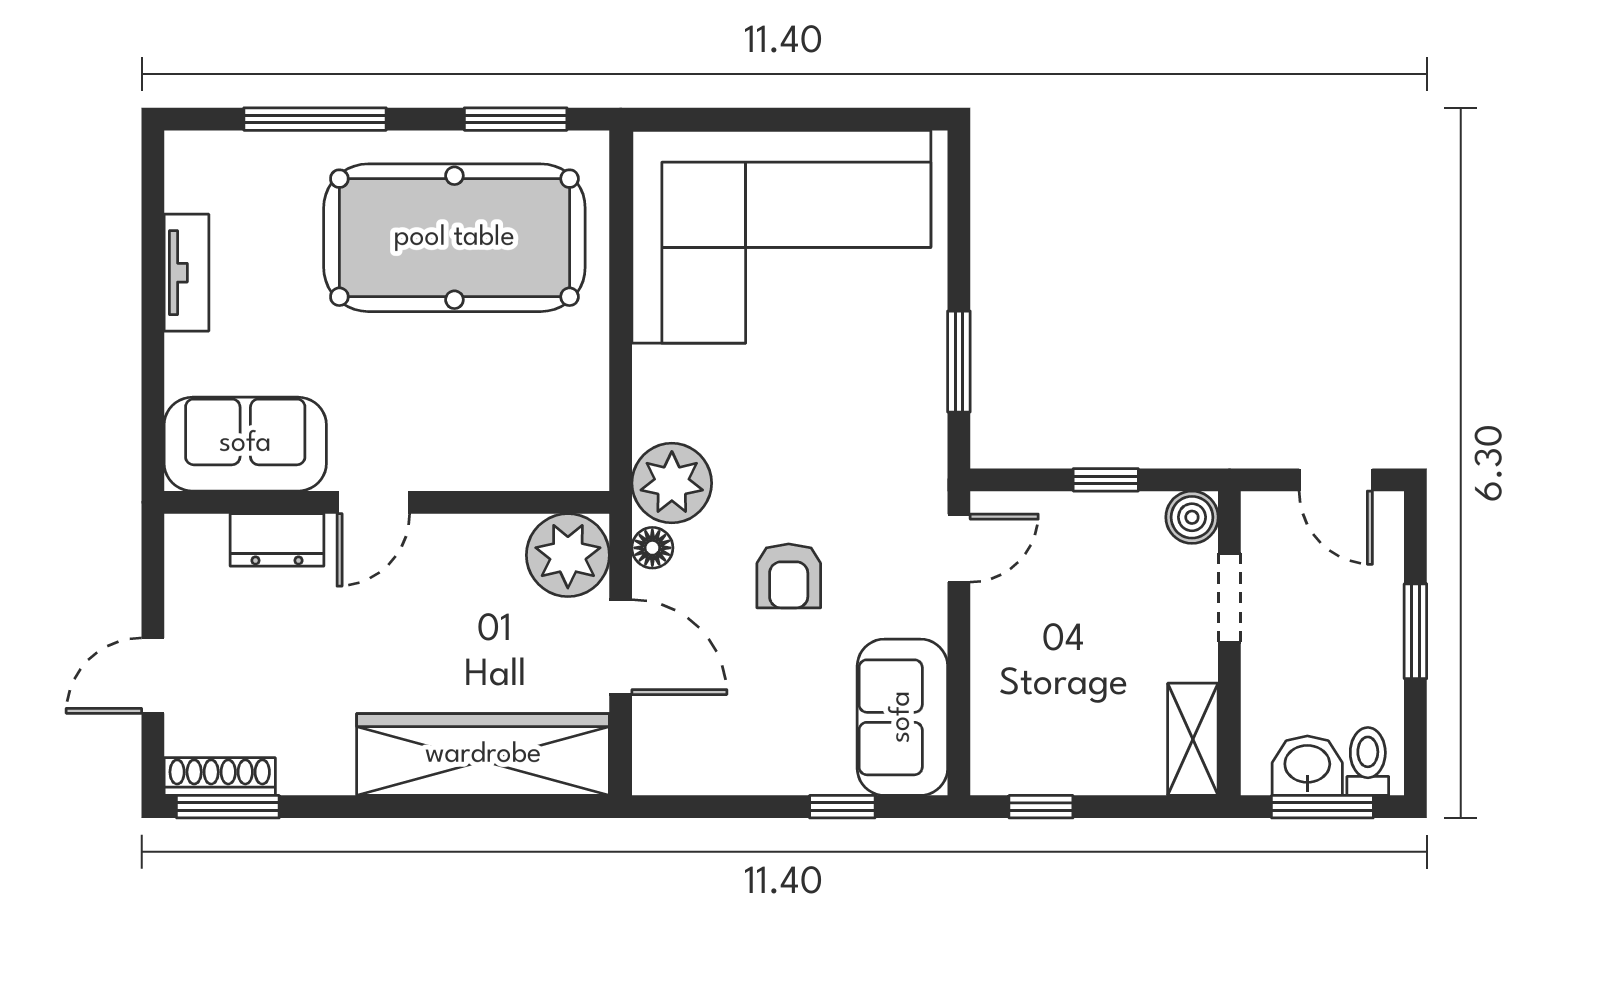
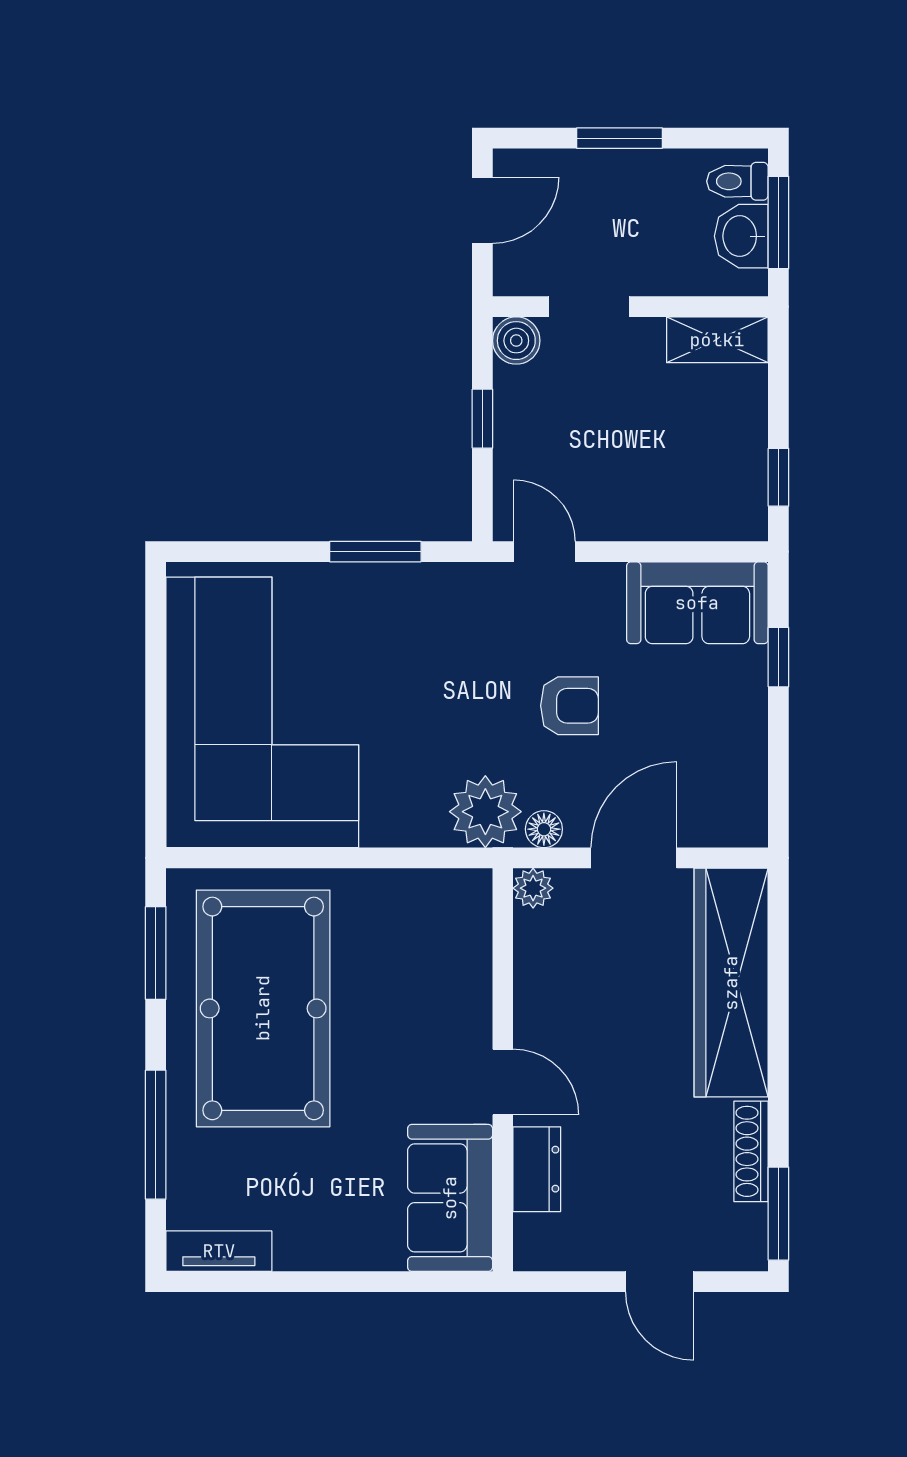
tv unit: (186, 273) -> (219, 1251), moved
plant: (568, 555) -> (533, 888), width x0.53, depth x0.53
shoe rack: (220, 777) -> (751, 1151), moved

